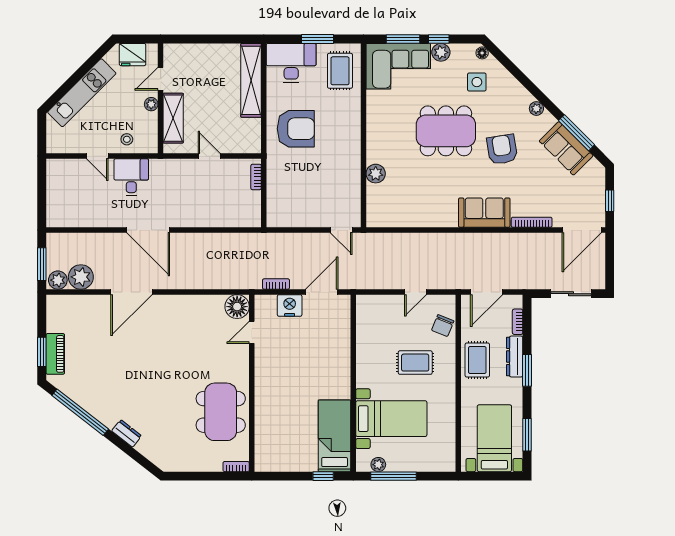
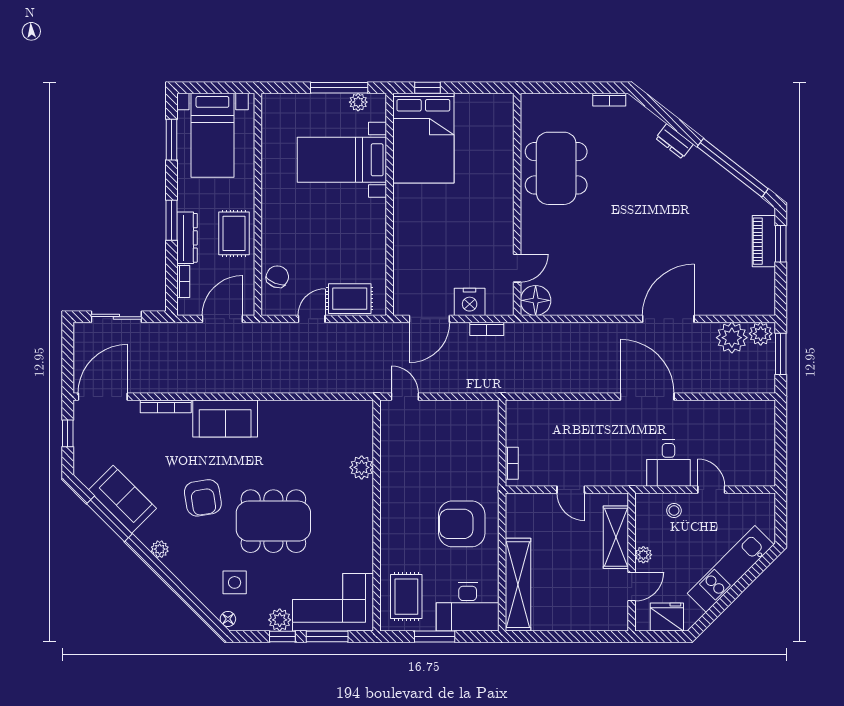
rug: (415, 363) -> (350, 299), moved
bed: (335, 436) -> (423, 138), width x1.50
bookcase: (236, 467) -> (609, 100), moved

